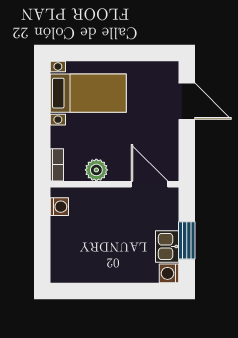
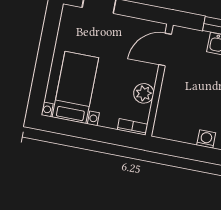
washing machine: (59, 207) -> (206, 139), moved

